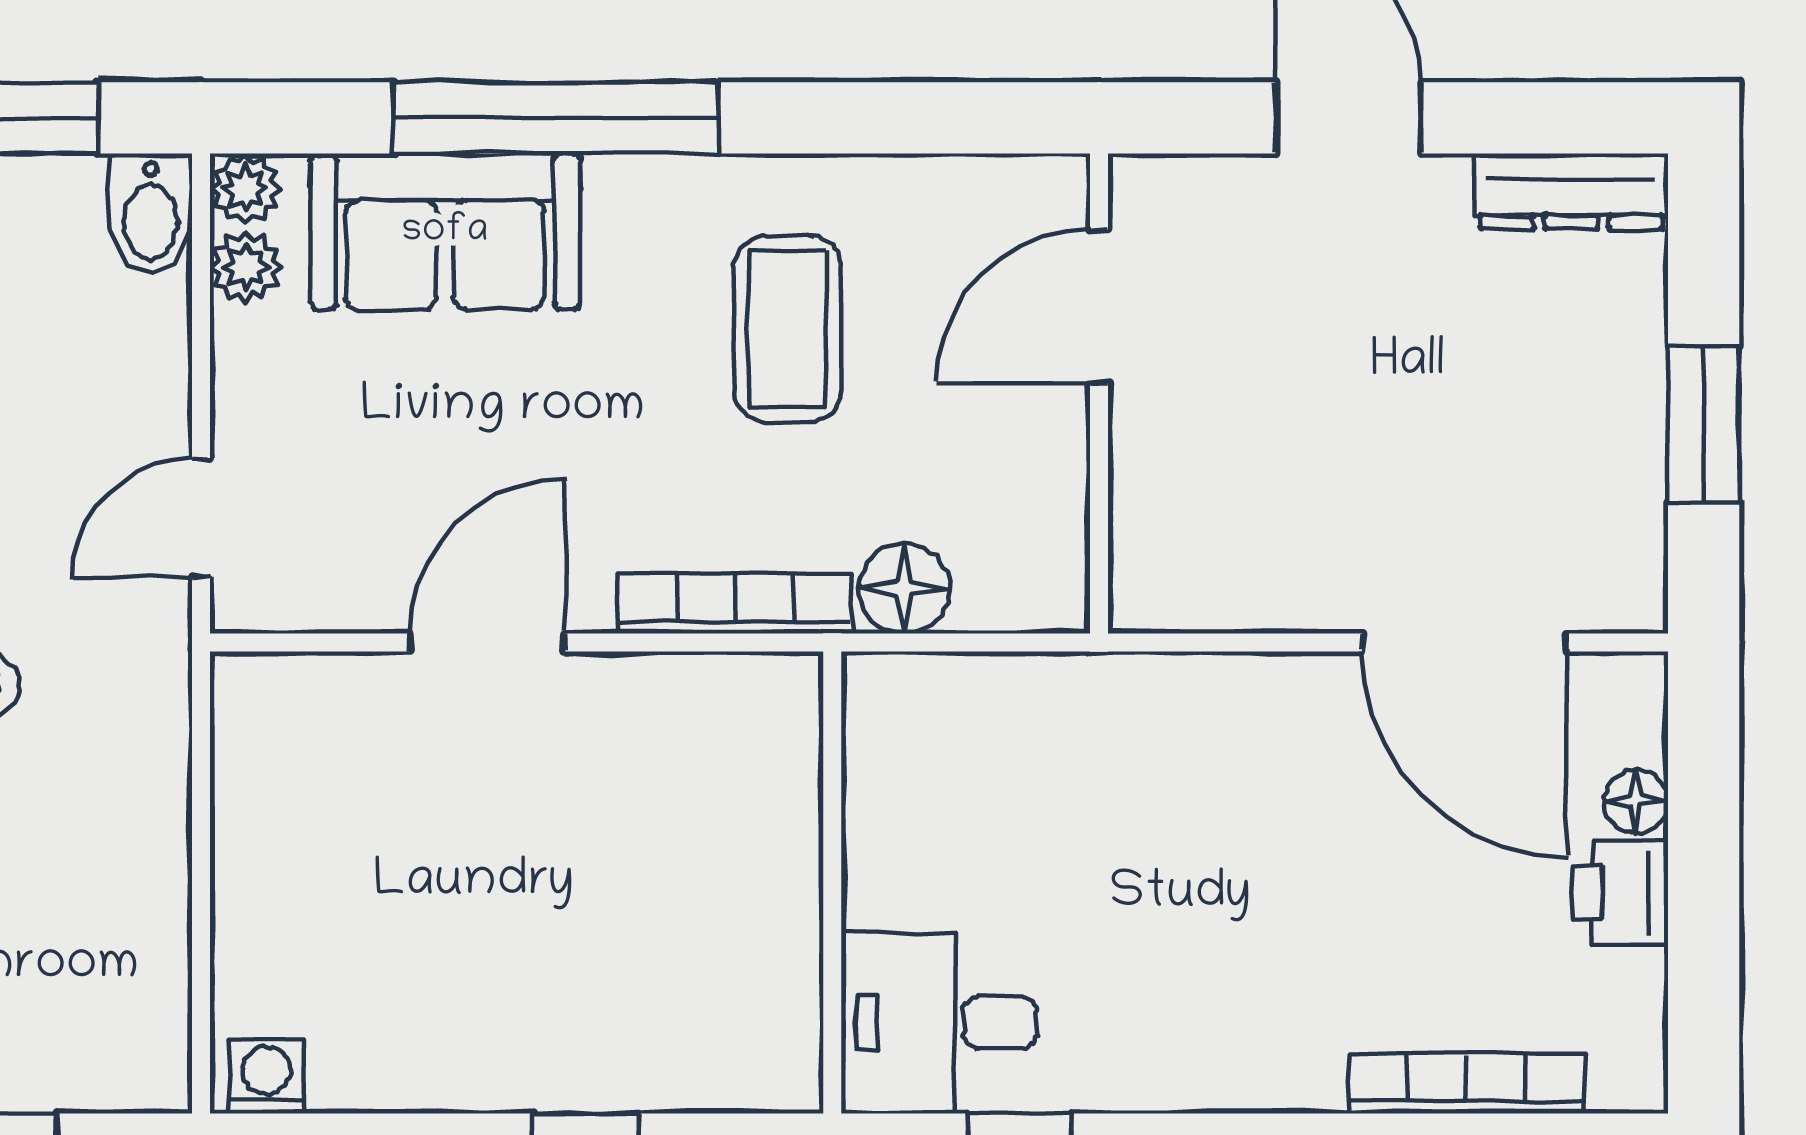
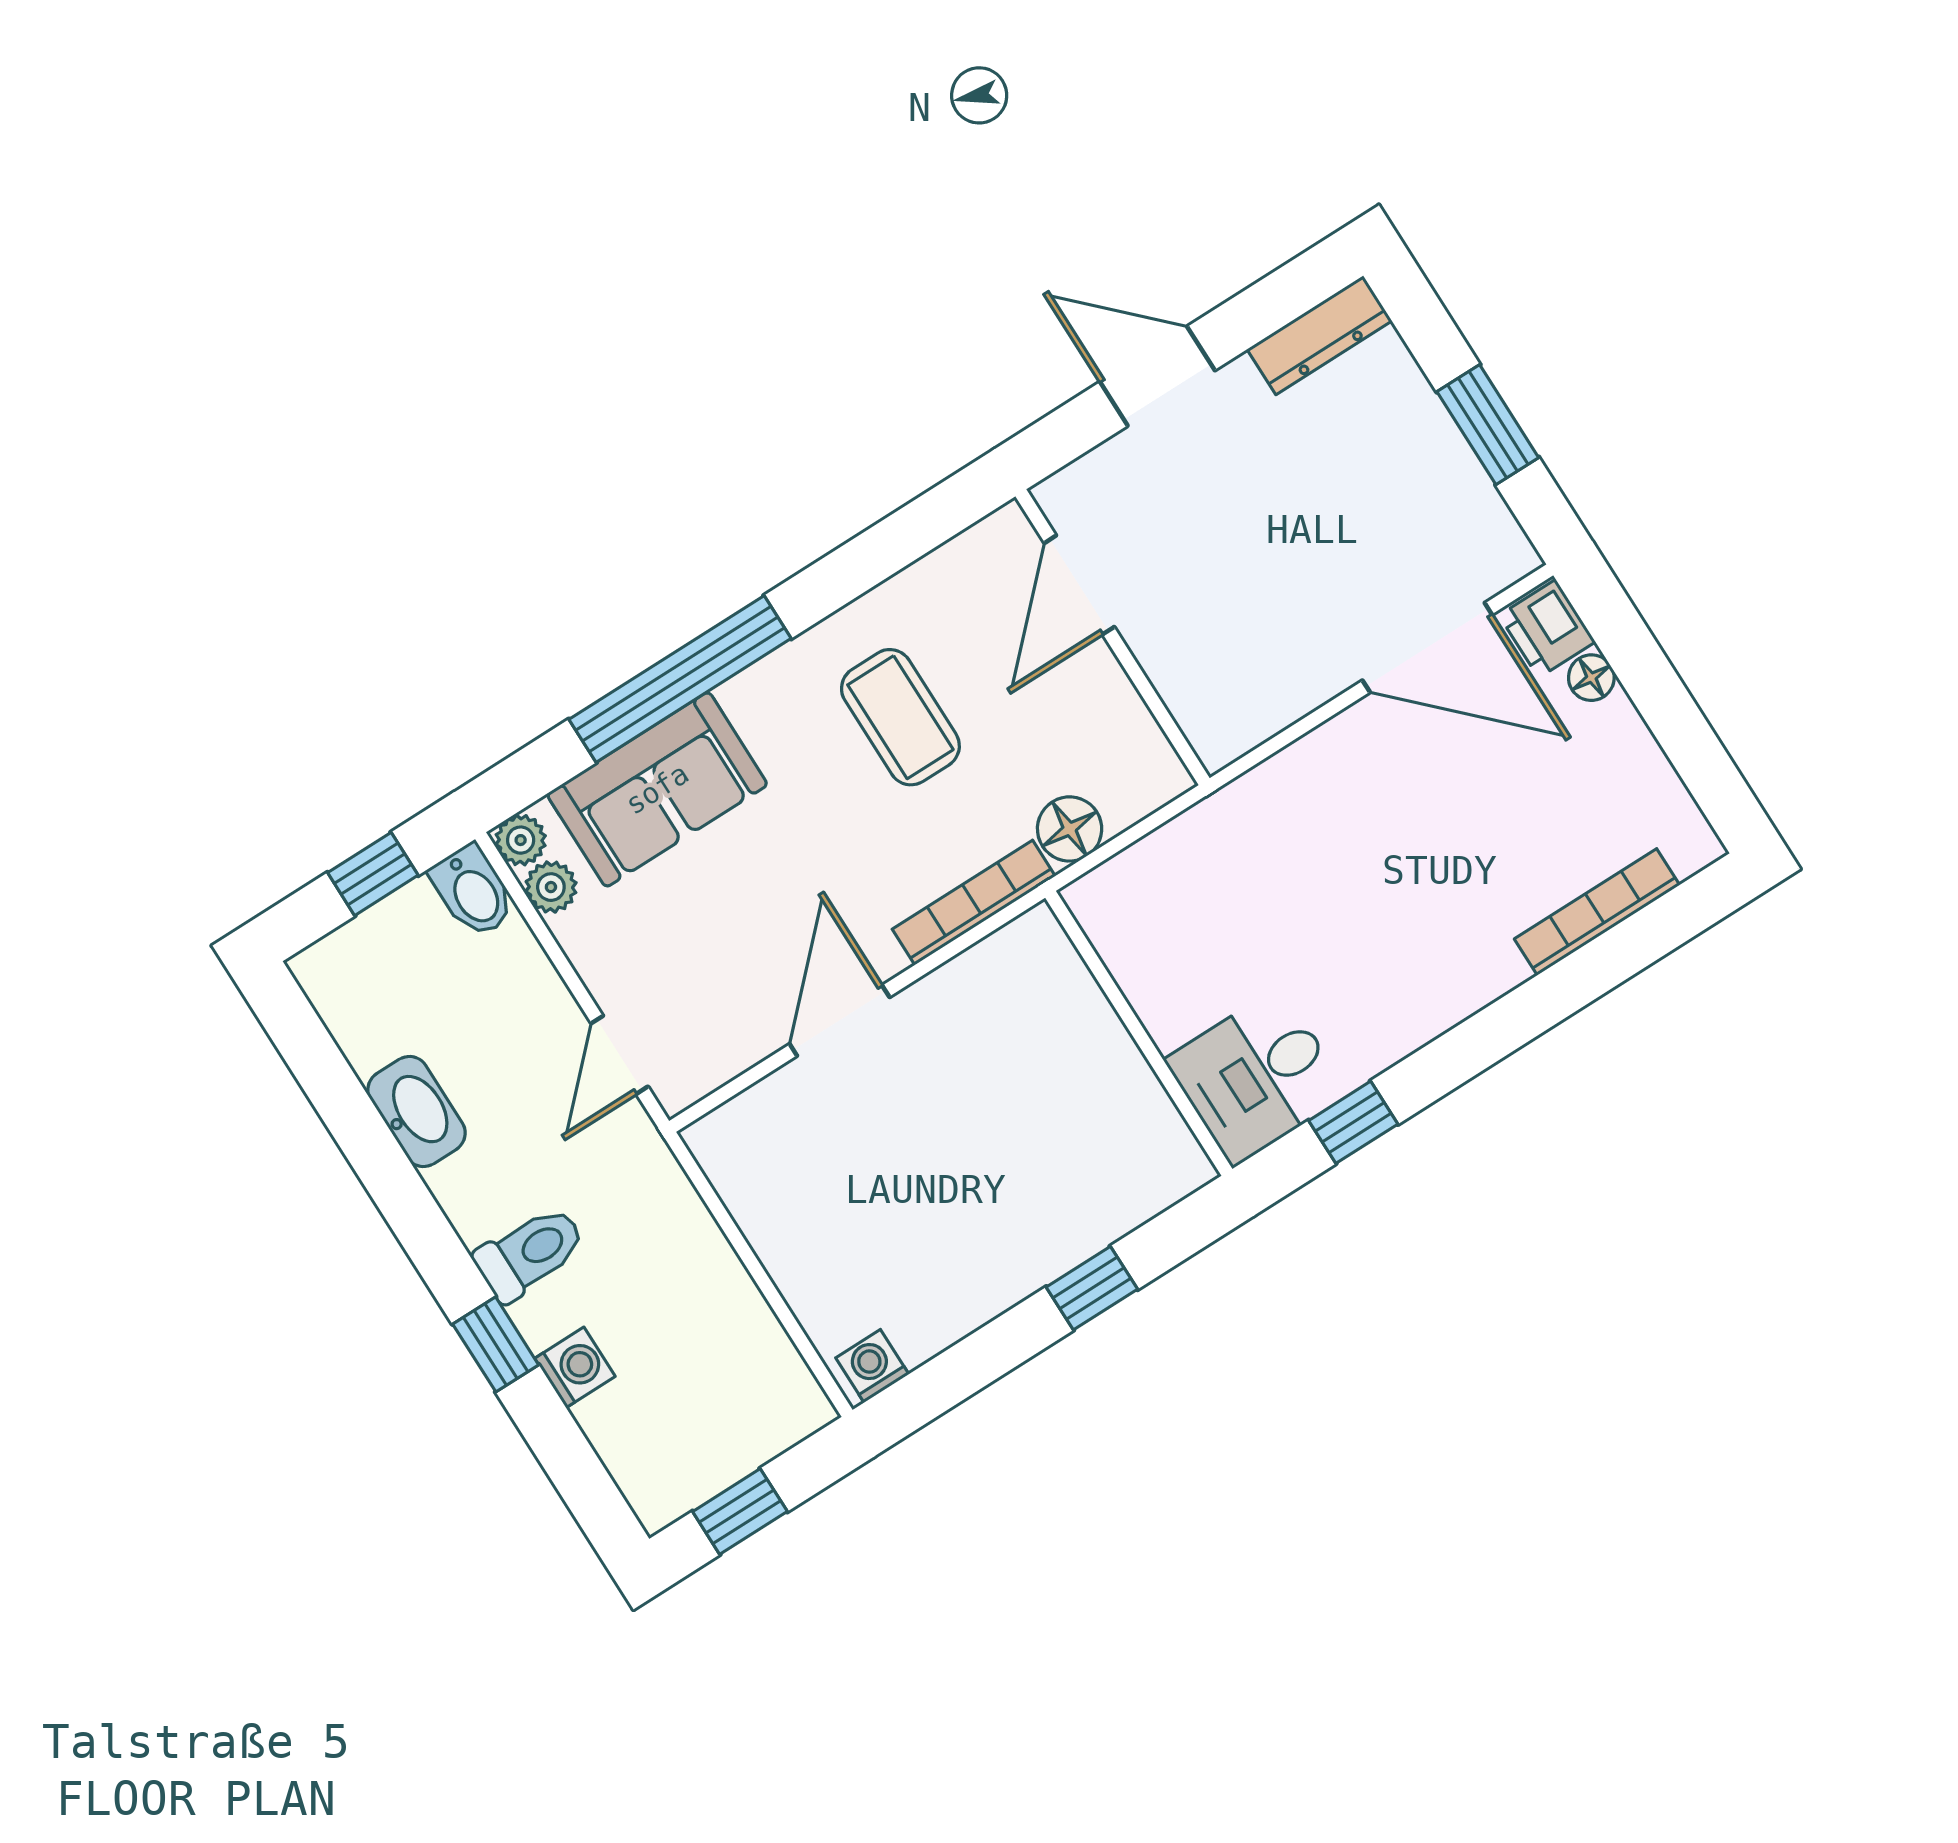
printer: (1621, 893) -> (1547, 629), moved

